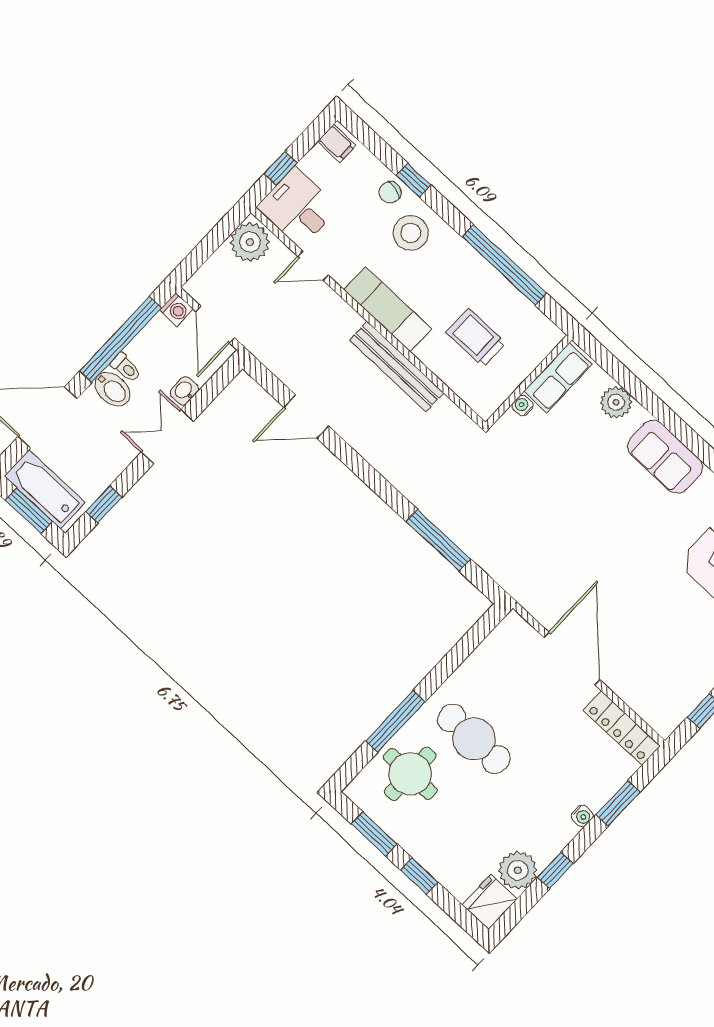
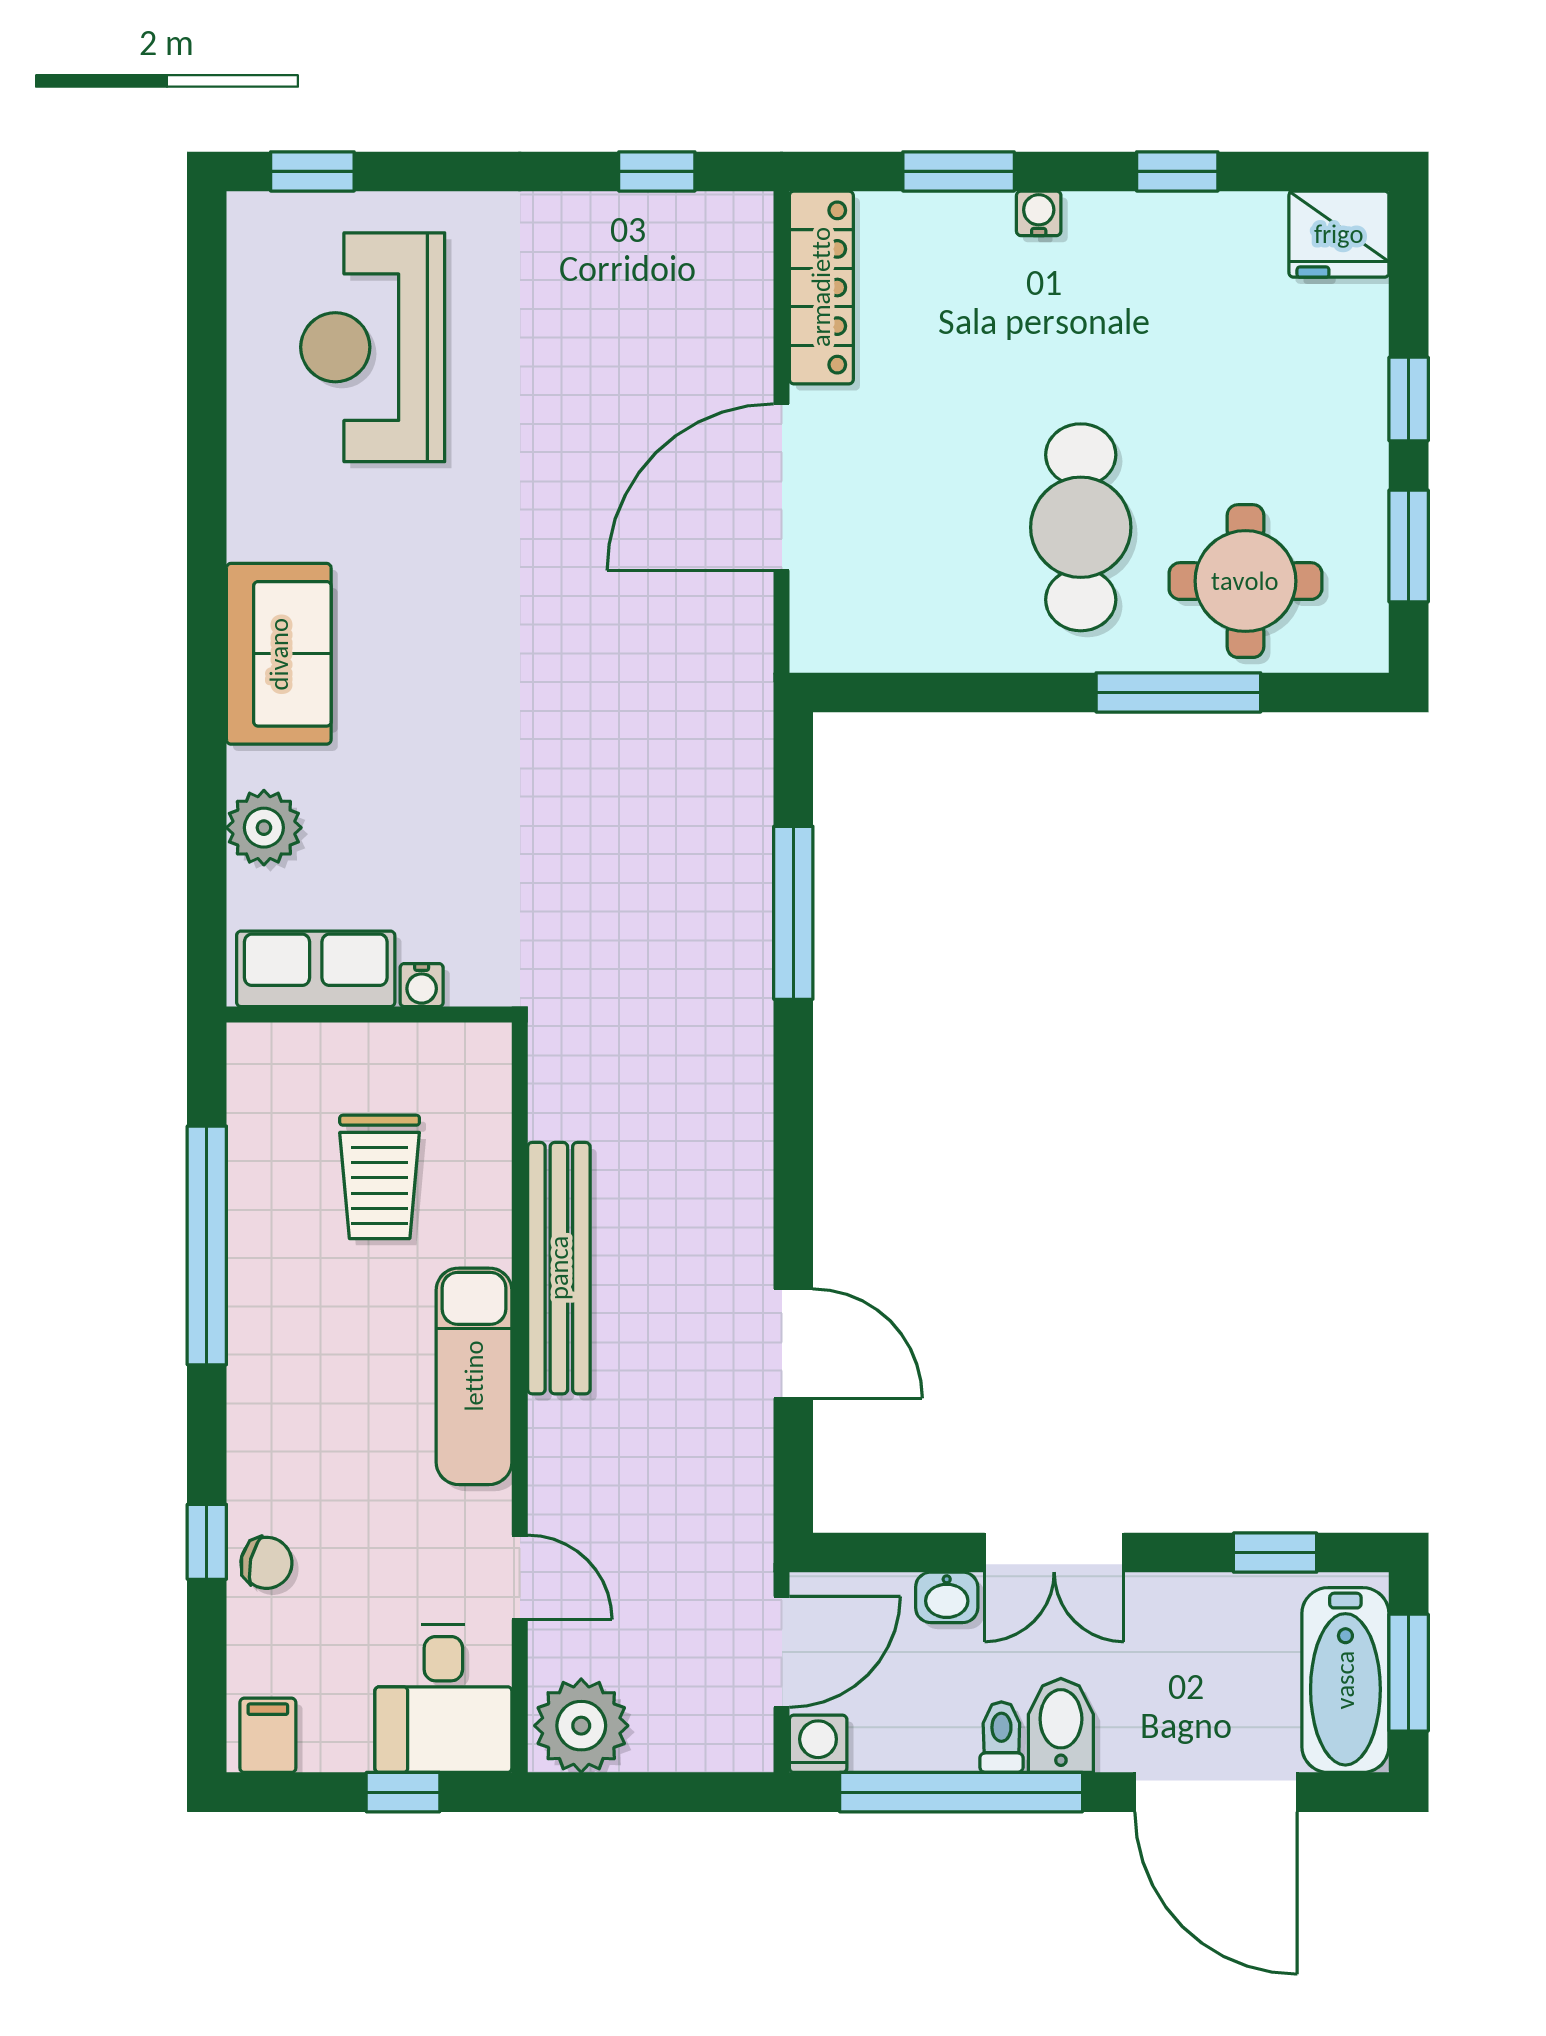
stool: (411, 233) -> (304, 1461), removed
plant: (518, 870) -> (1238, 237), removed

